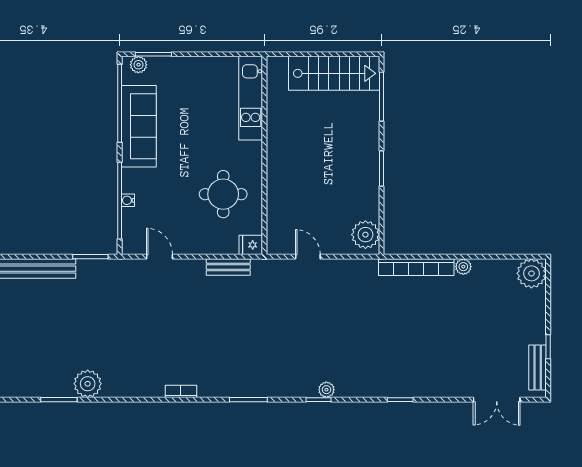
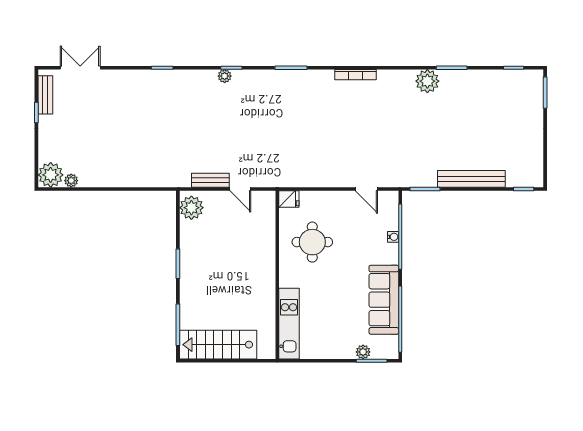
plant: (138, 65) -> (363, 352), moved
bench: (228, 267) -> (210, 180), moved
bookcase: (416, 267) -> (148, 180), removed
plant: (463, 267) -> (71, 181), moved
bookcase: (181, 391) -> (356, 75), width x1.56

